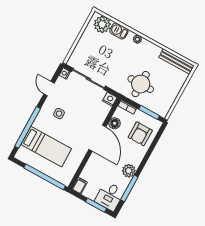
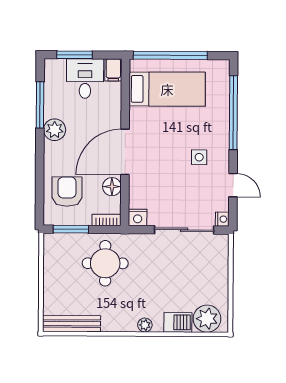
door: (97, 138) -> (125, 152), hinge flipped
bed: (46, 147) -> (167, 89), moved, turned 180
desk: (110, 196) -> (85, 79), moved

